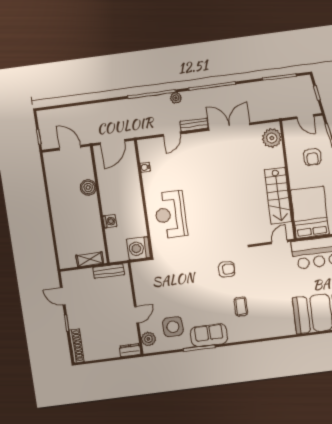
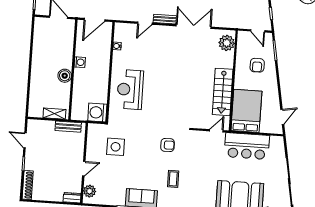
boiler: (88, 187) -> (65, 76), moved
washing machine: (110, 221) -> (80, 62), moved
side table: (173, 327) -> (116, 147), moved

